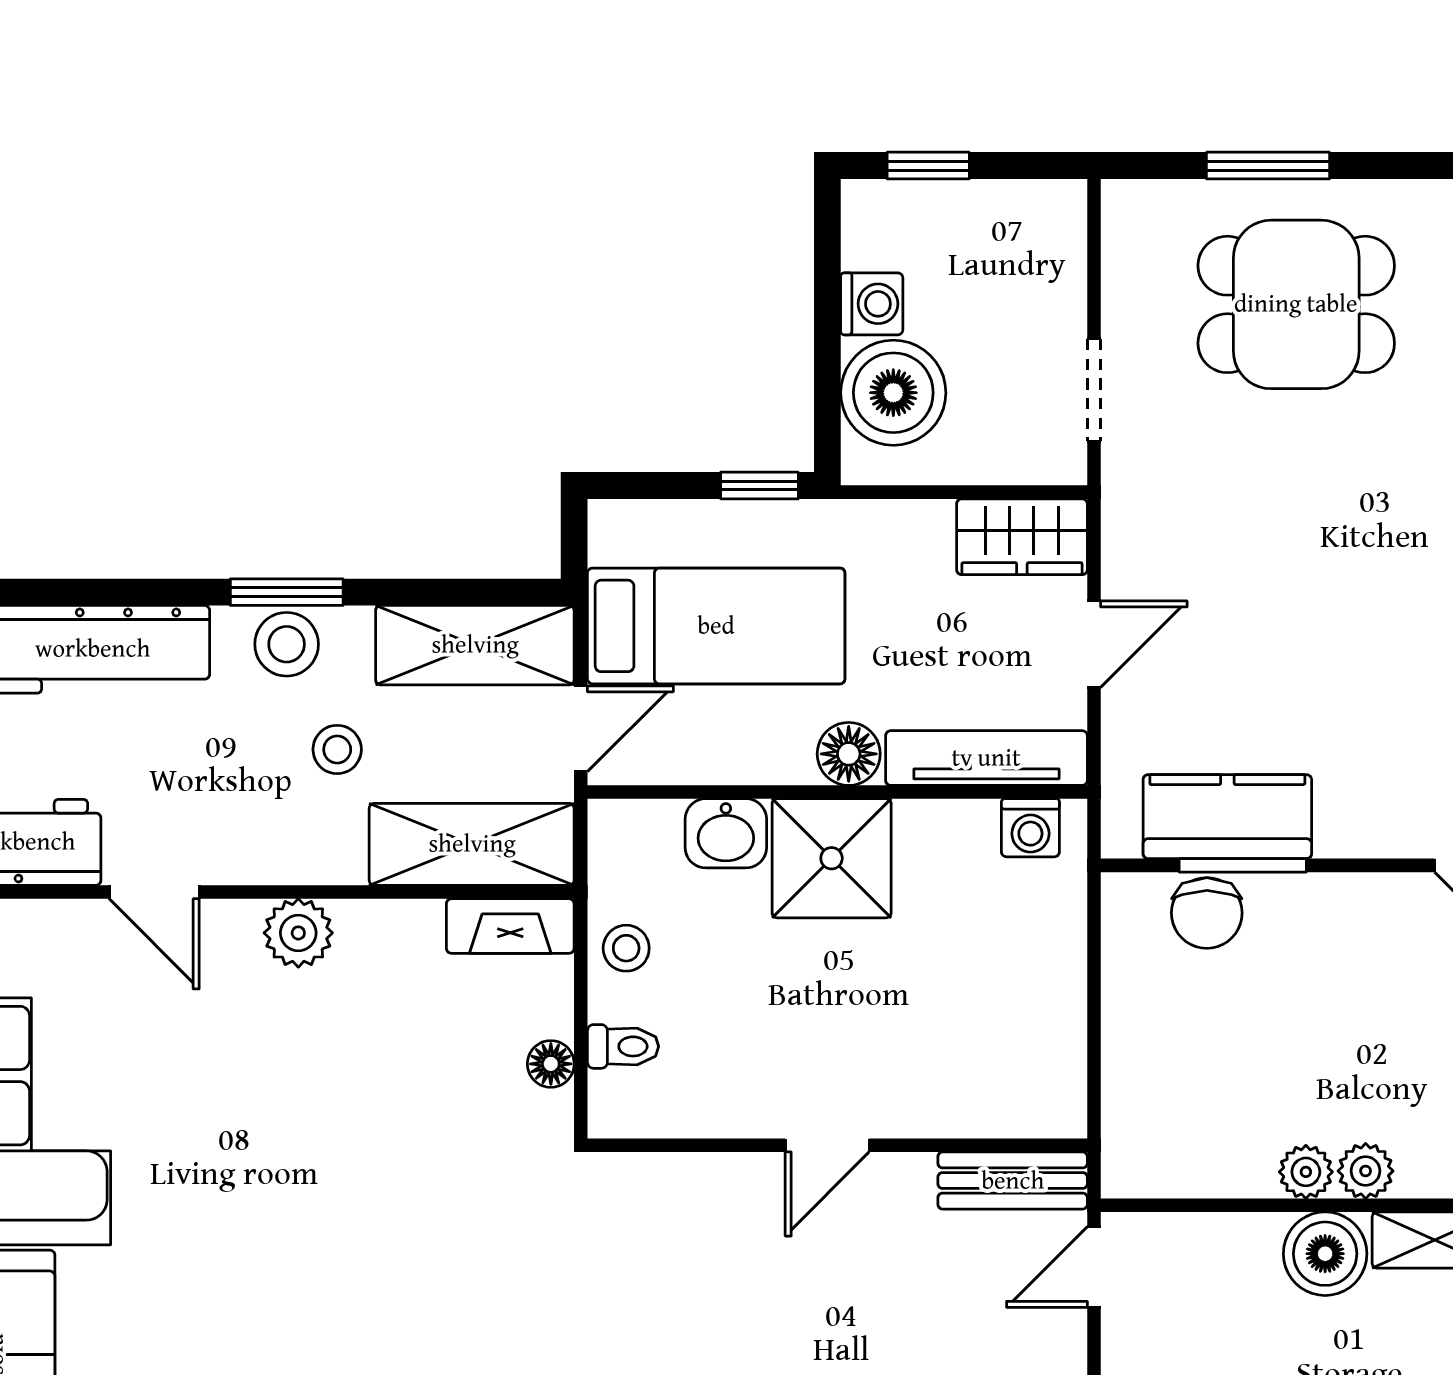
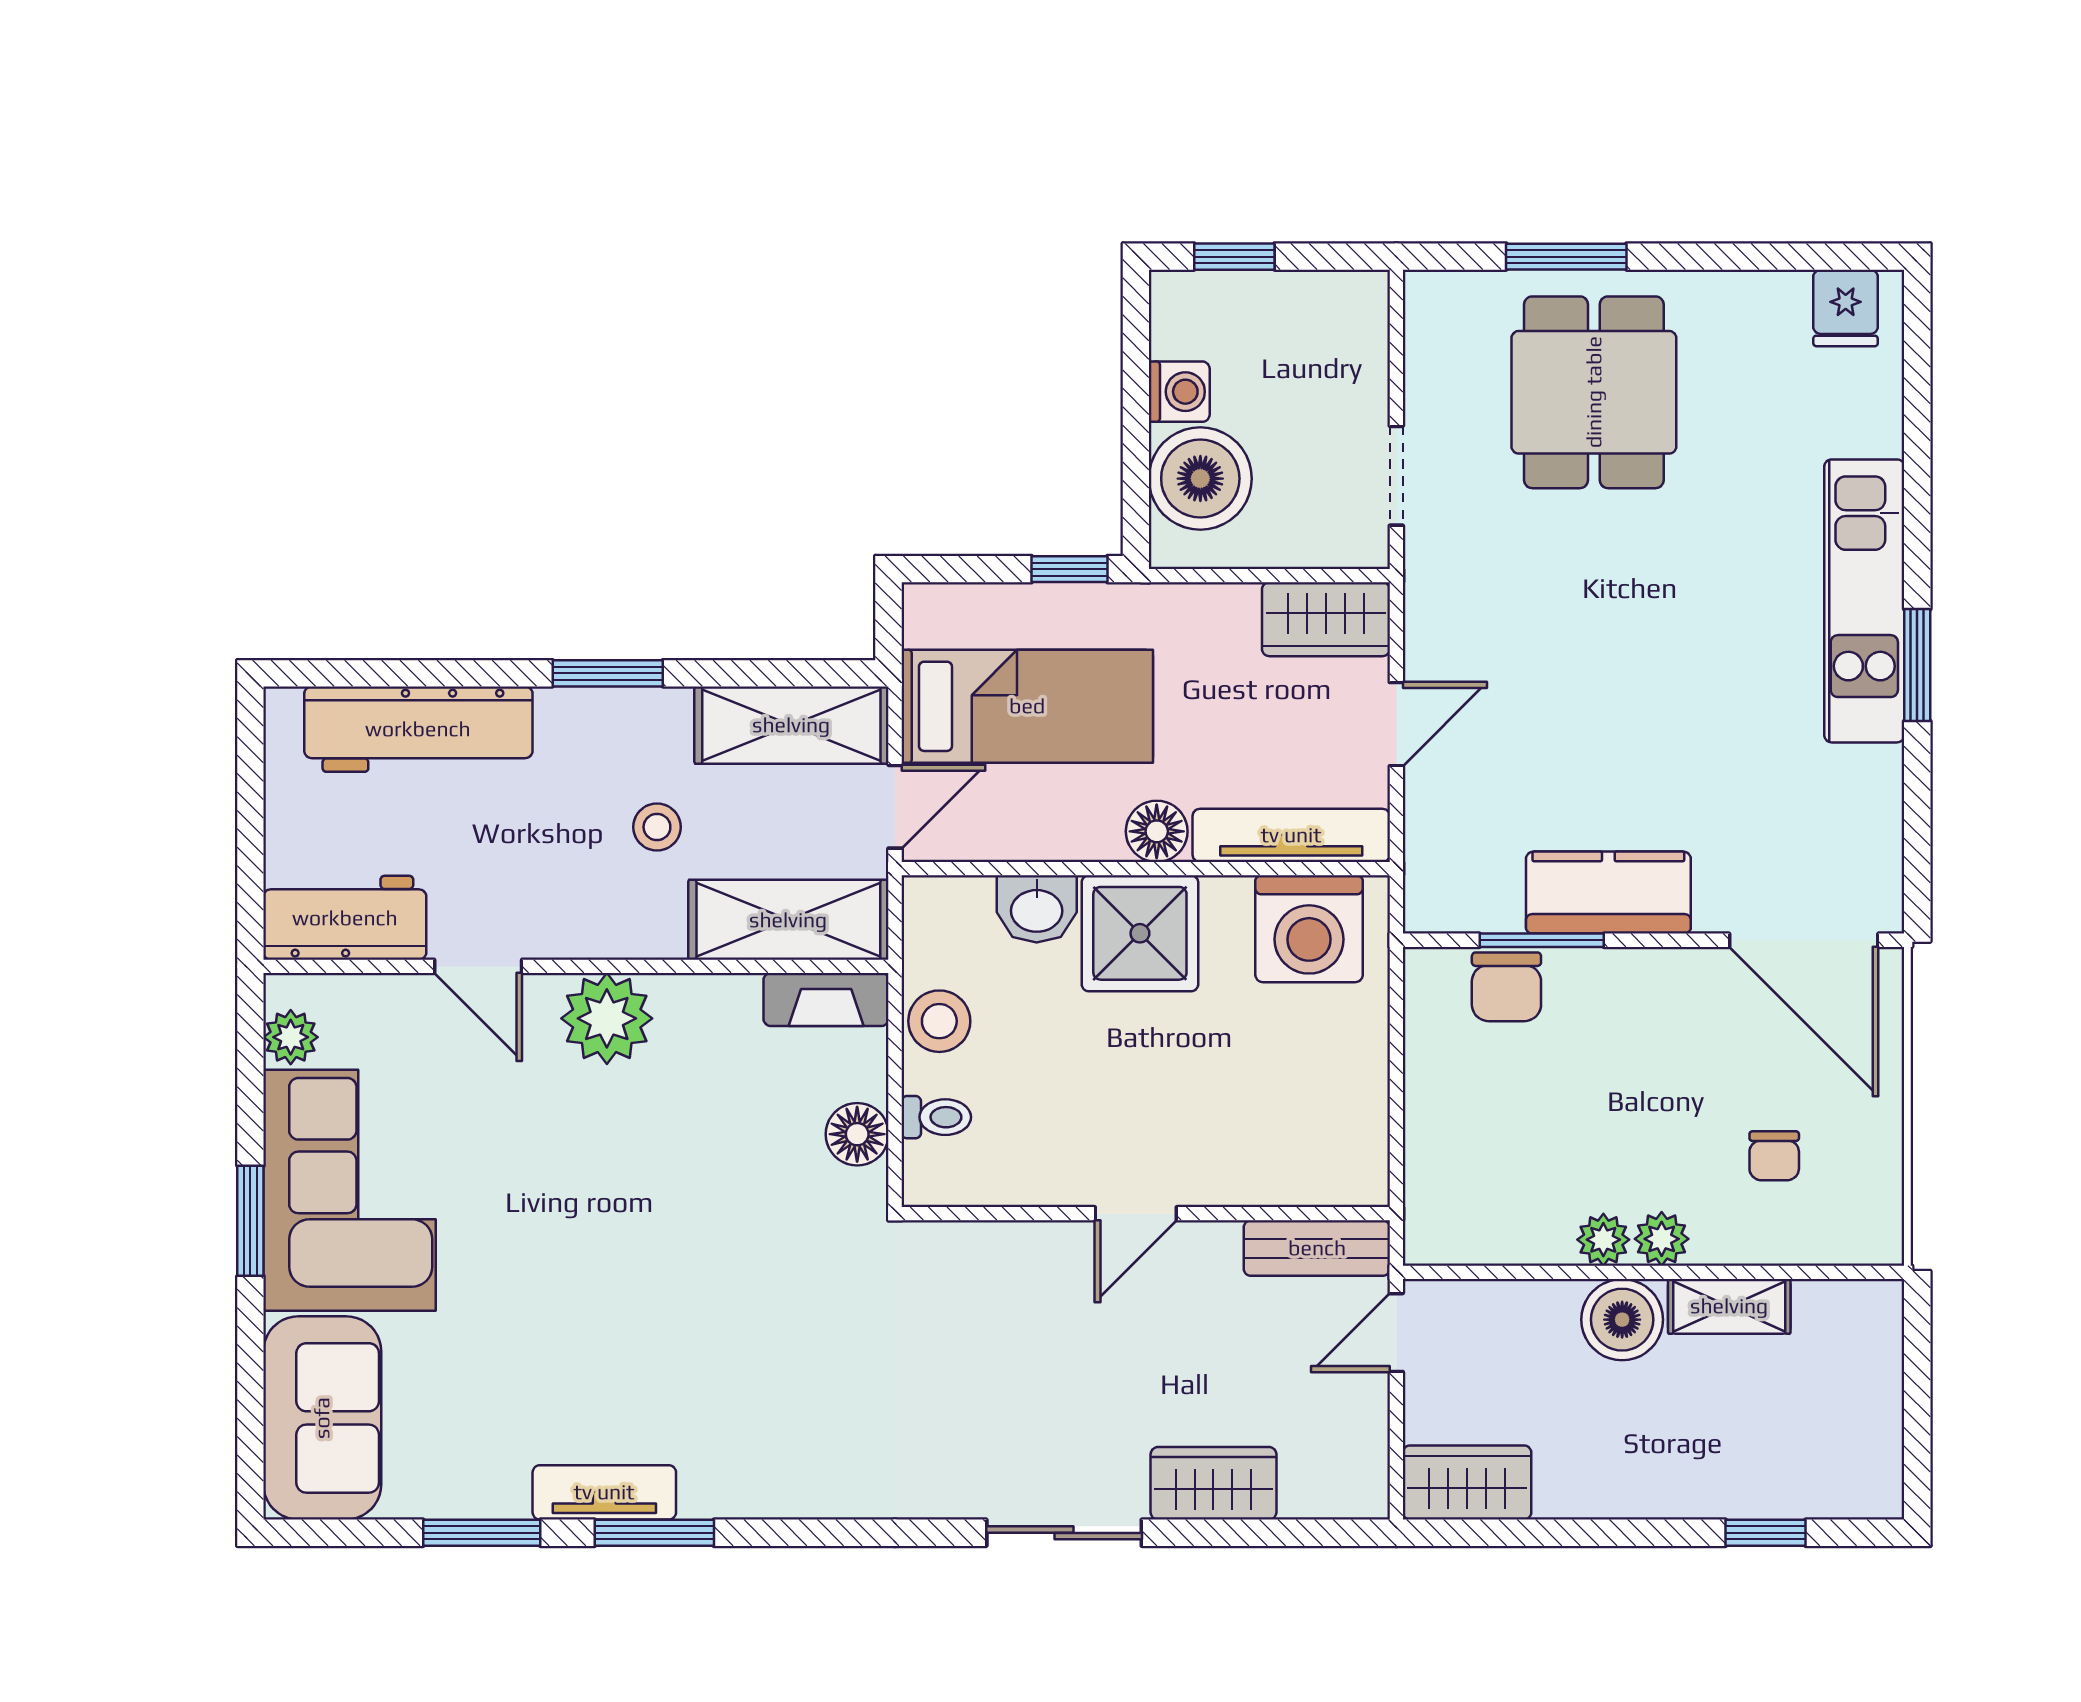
dining table: (1296, 304) -> (1594, 392), turned 90
stool: (287, 644) -> (608, 724), removed
kitchen counter: (1227, 817) -> (1608, 893), moved
washing machine: (1030, 828) -> (1309, 929), width x1.89, depth x1.89
plant: (298, 933) -> (607, 1018), width x1.36, depth x1.36
stool: (626, 948) -> (939, 1021), width x1.37, depth x1.37
floor lamp: (551, 1064) -> (857, 1134), width x1.37, depth x1.37

